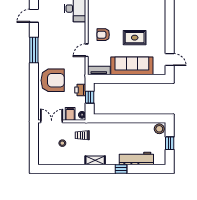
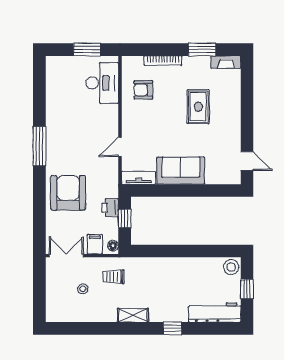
door: (34, 16) -> (39, 94), removed
armchair: (103, 35) -> (143, 90), moved
rug: (135, 38) -> (198, 107), moved, turned 90
sofa: (132, 66) -> (181, 171), width x0.73
armchair: (53, 80) -> (68, 193), turned -90
workbench: (136, 159) -> (215, 312), moved

